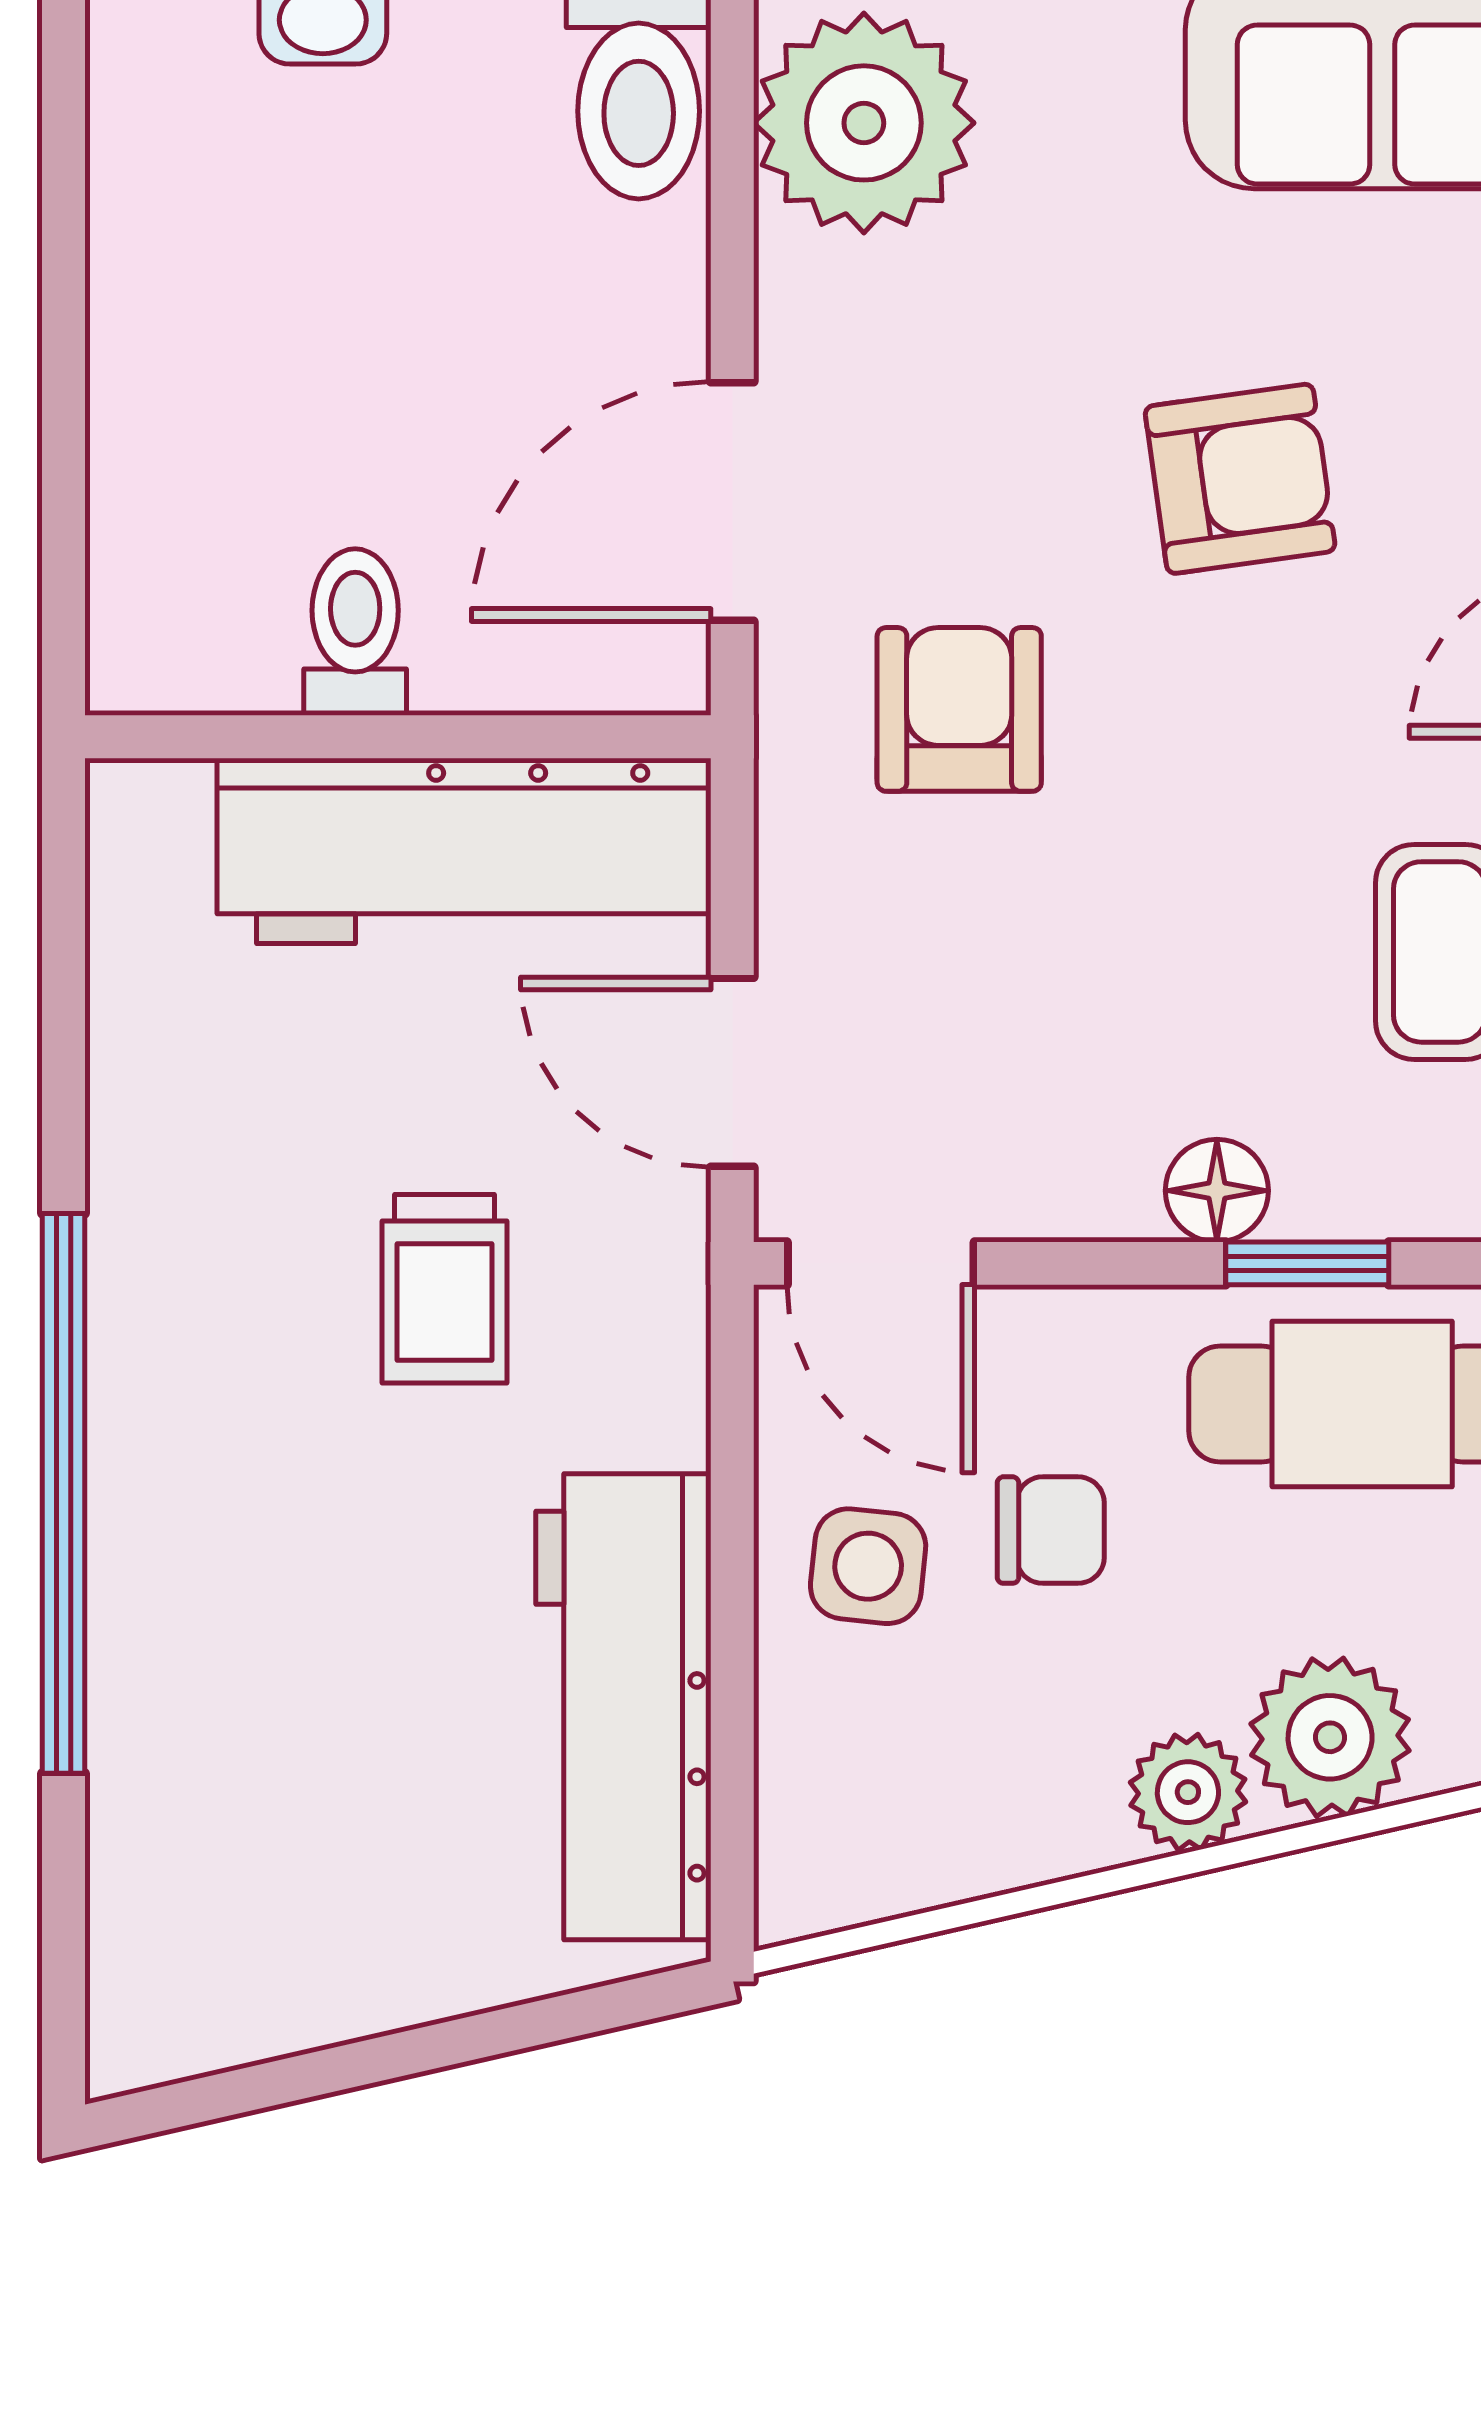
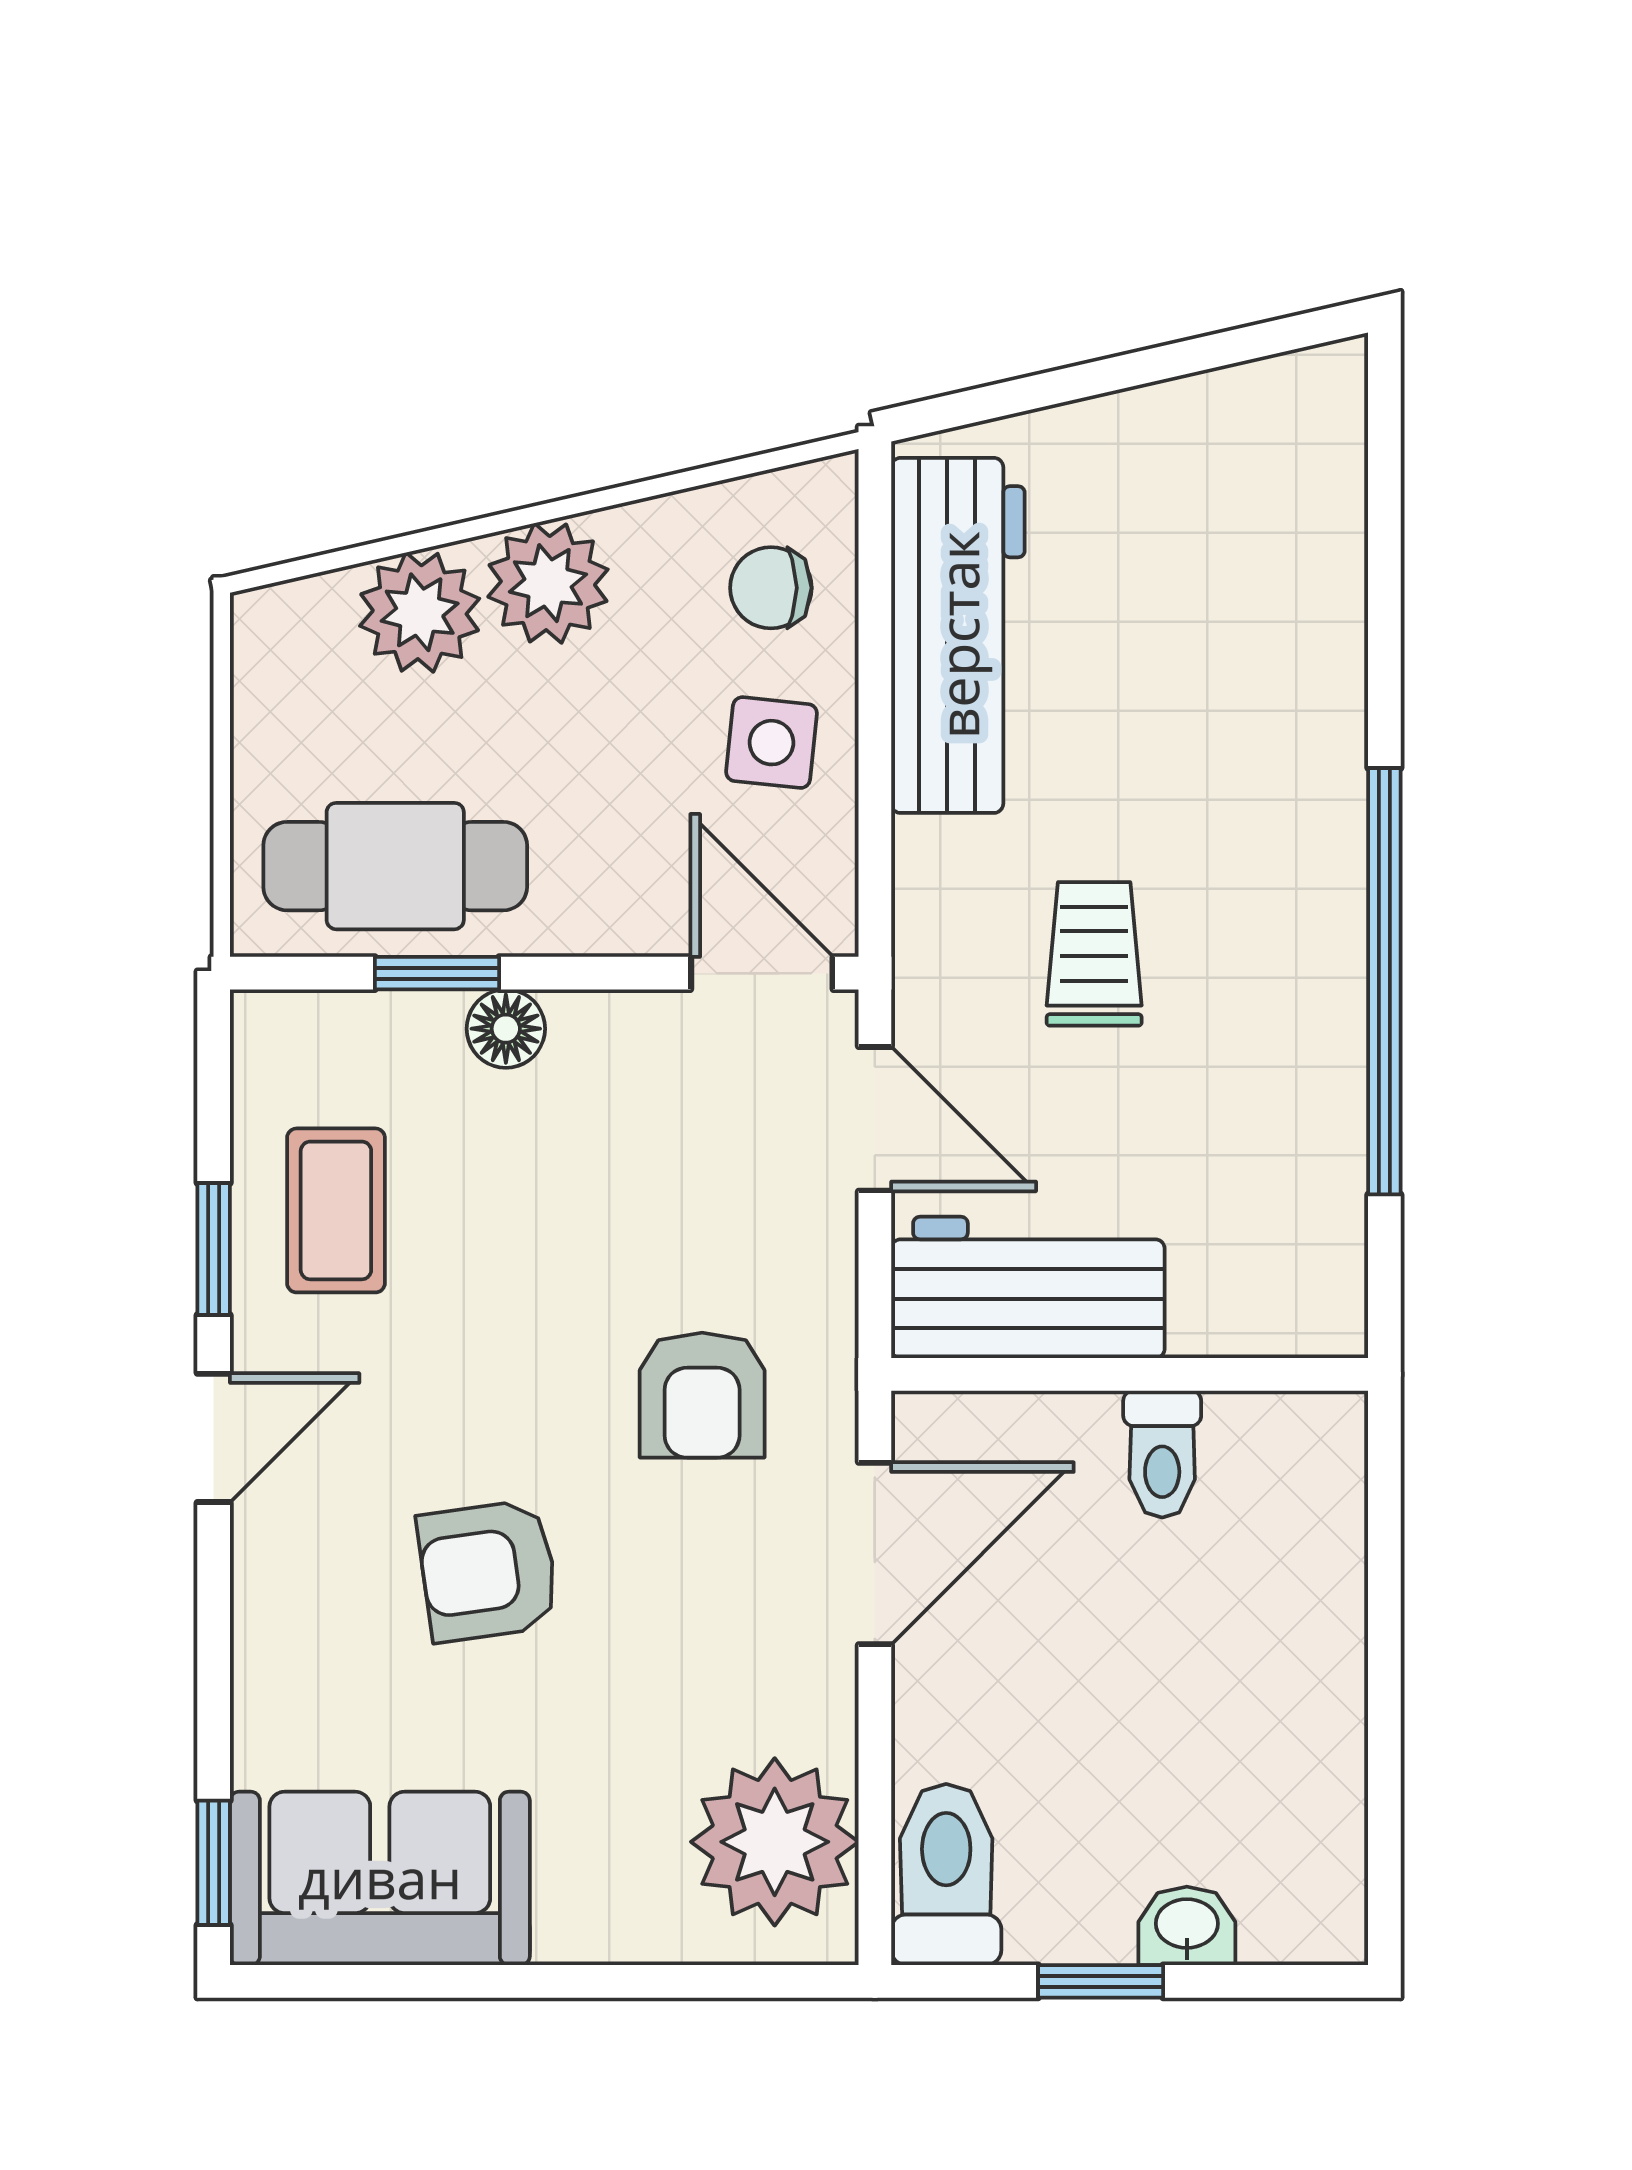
workbench: (464, 851) -> (1028, 1287), width x0.73
window: (63, 1493) -> (1384, 981), moved
chair: (1051, 1530) -> (771, 588), moved
plant: (1188, 1792) -> (548, 583), width x1.38, depth x1.38

